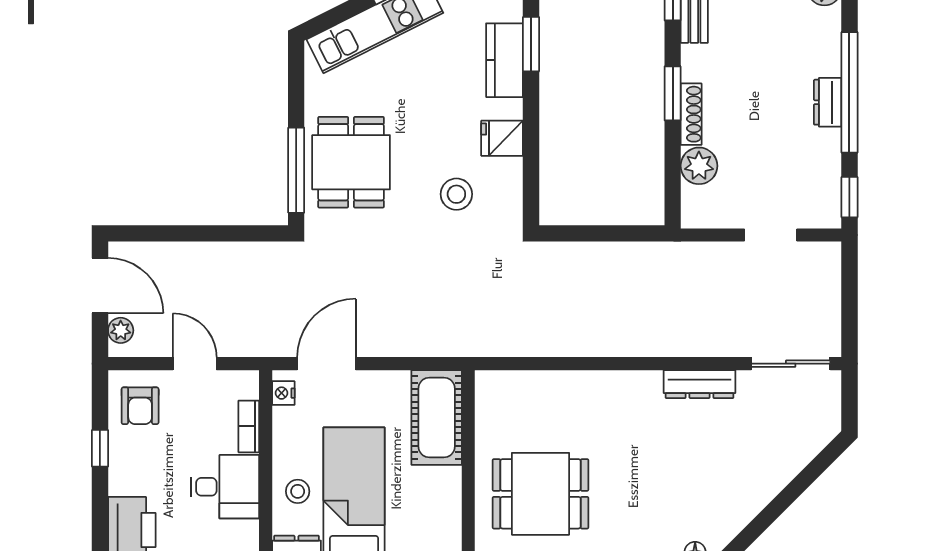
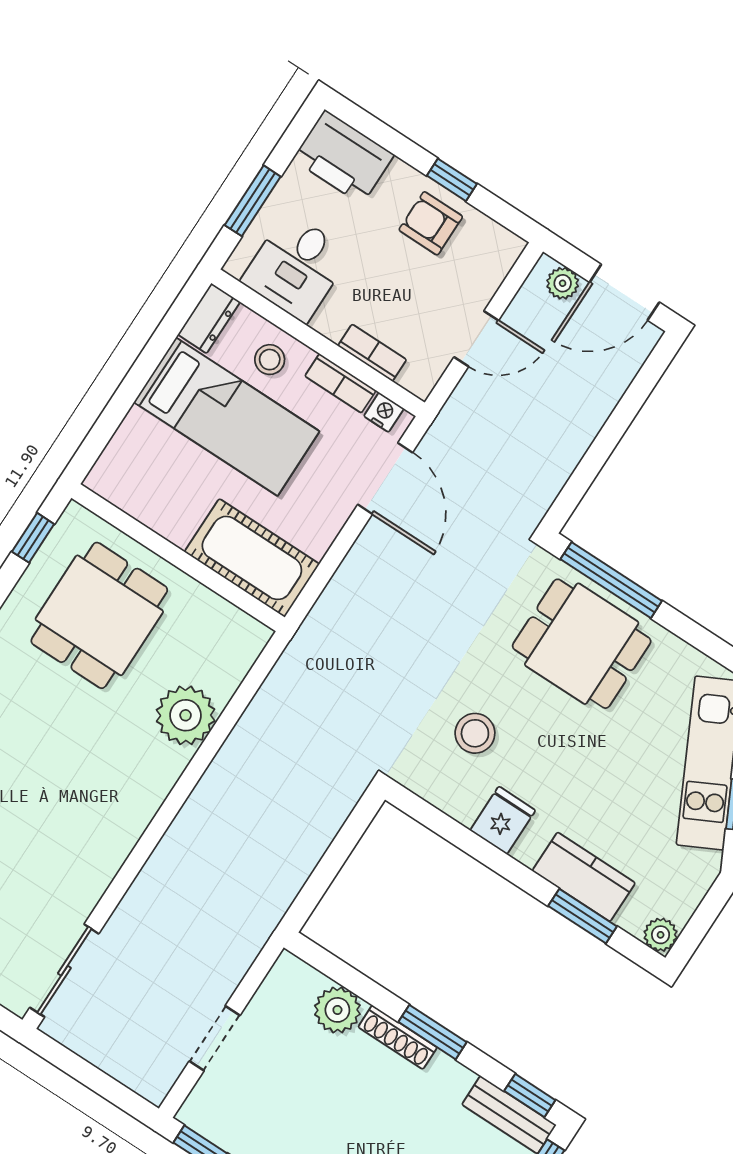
dresser: (700, 384) -> (106, 860), removed
plant: (569, 394) -> (186, 715), added
armchair: (140, 406) -> (431, 223), moved
bookcase: (283, 434) -> (340, 383), added
desk: (225, 487) -> (296, 267), moved

